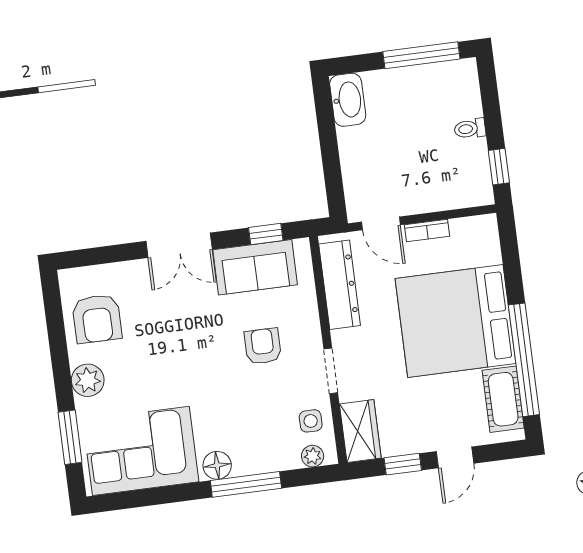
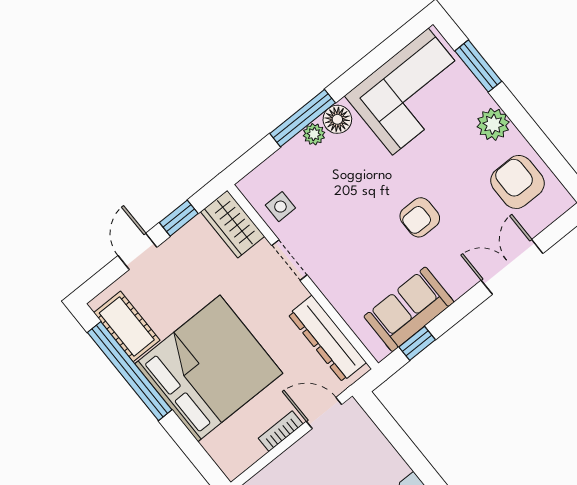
double door: (179, 245) -> (512, 267), moved
armchair: (263, 346) -> (420, 217), moved, turned 90
plant: (313, 456) -> (314, 134), moved

